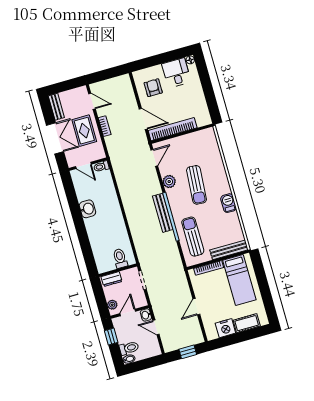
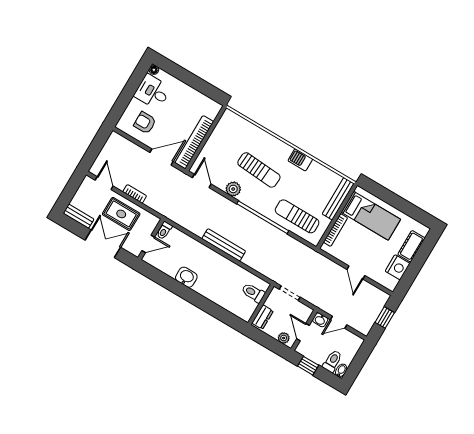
door: (92, 101) -> (104, 183), hinge flipped
bench: (163, 213) -> (224, 245), moved

